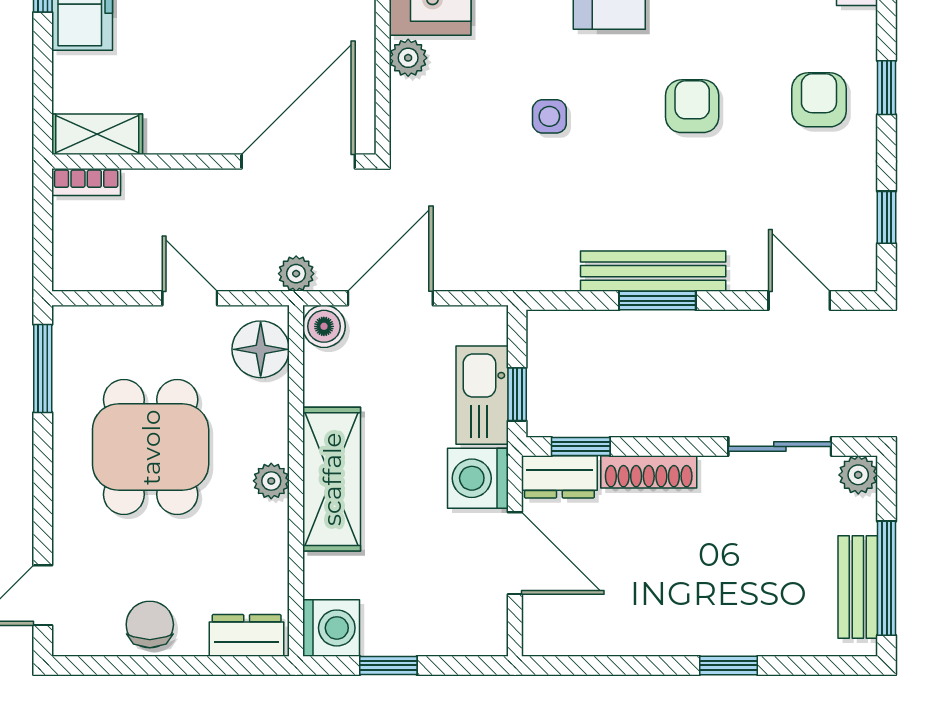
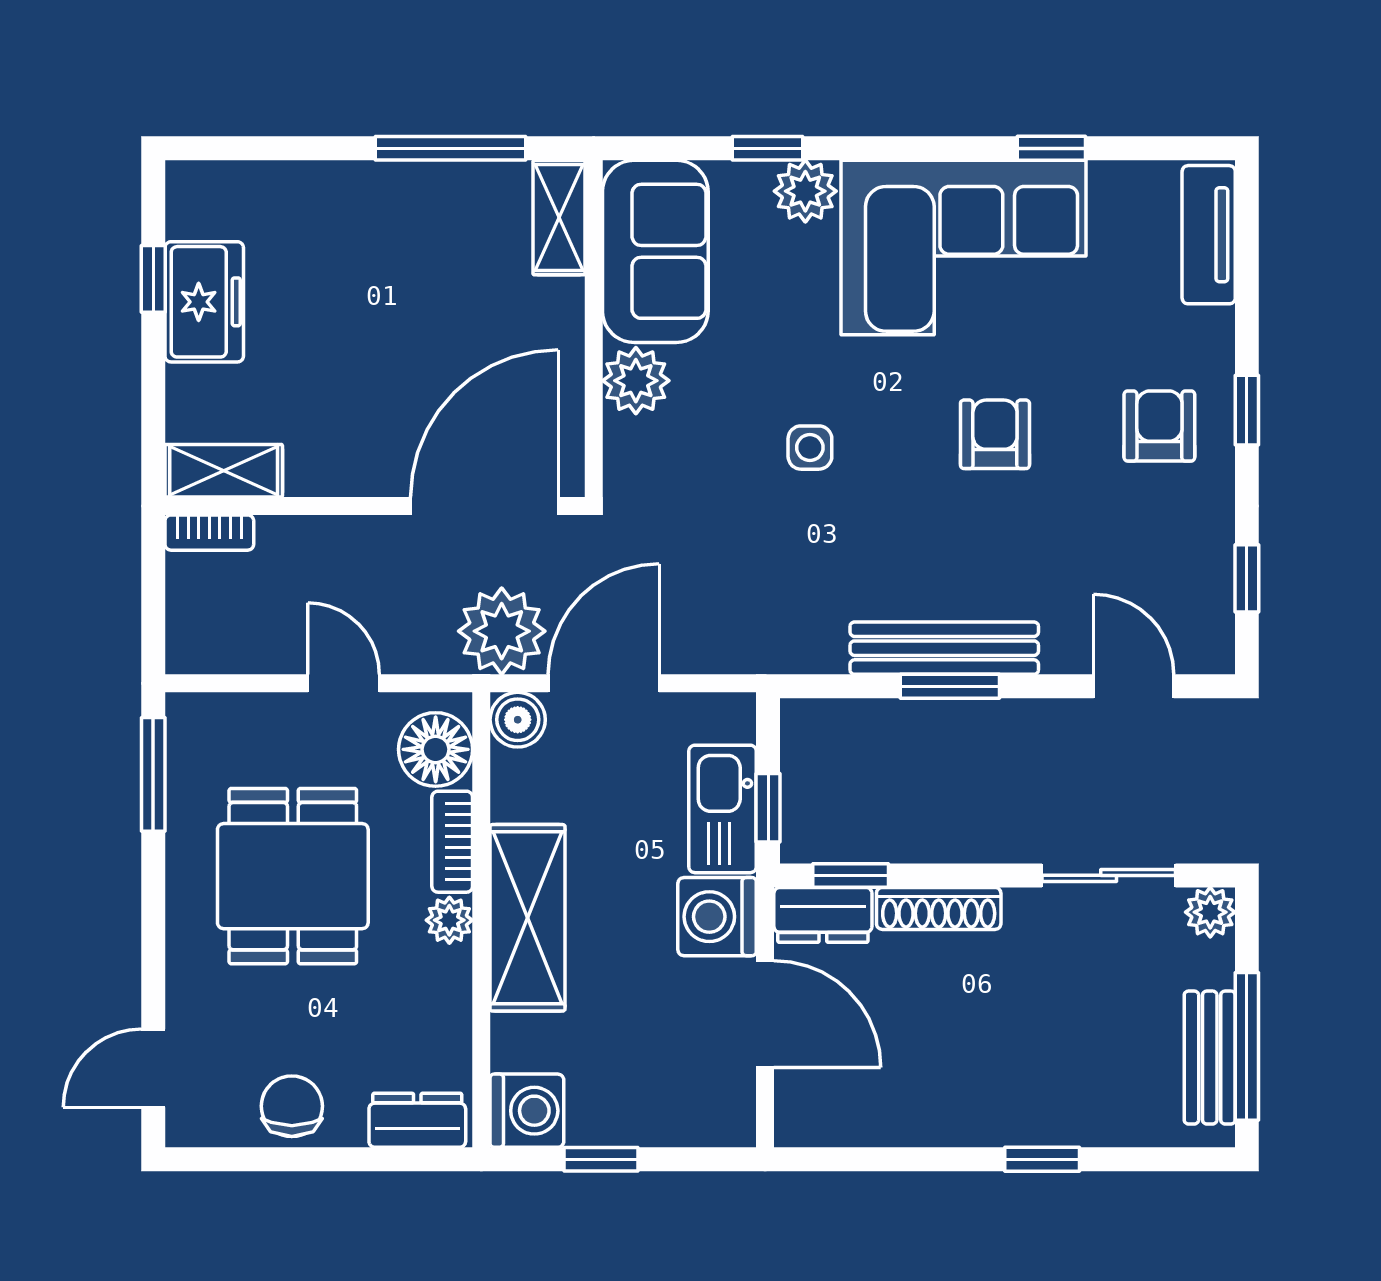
plant: (408, 58) -> (636, 381), width x1.38, depth x1.38
plant: (296, 274) -> (502, 631), width x1.88, depth x1.88
bookcase: (273, 420) -> (452, 842), added

